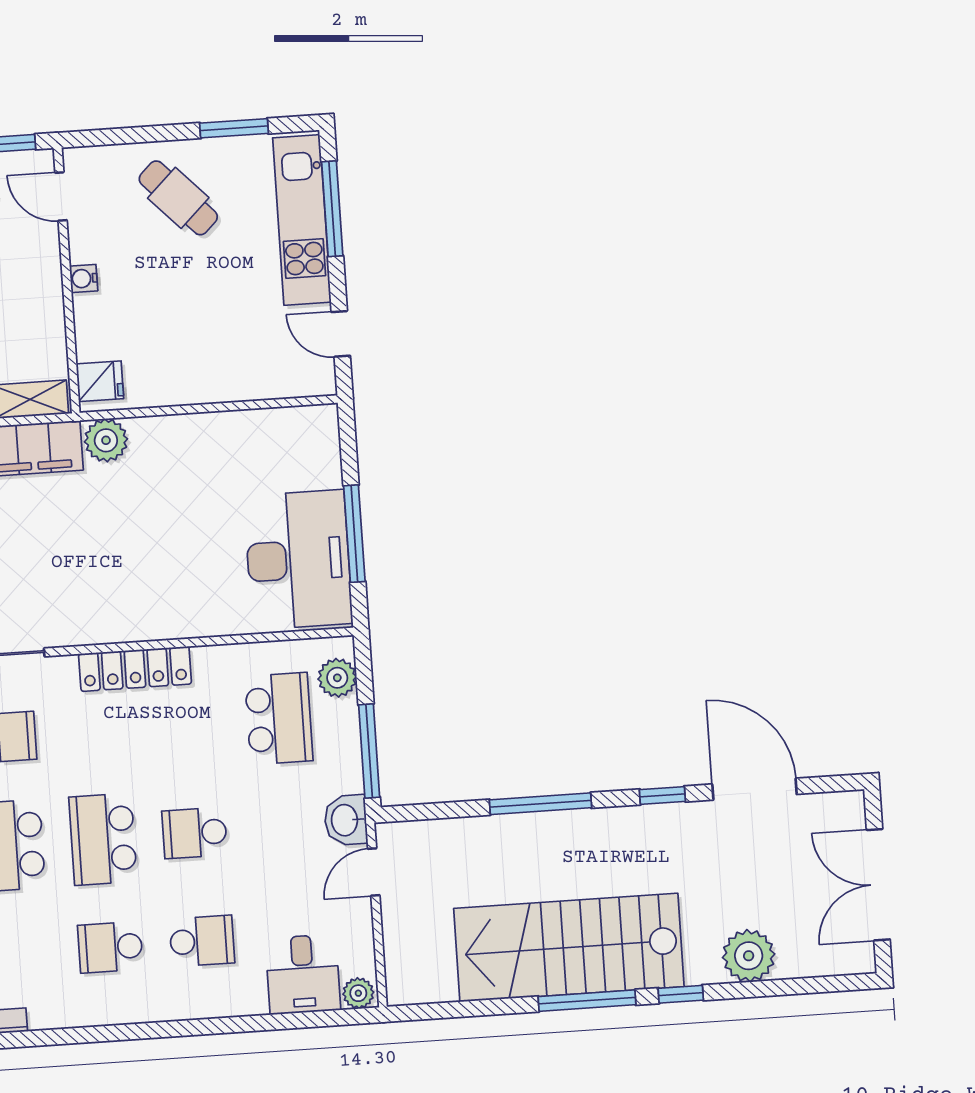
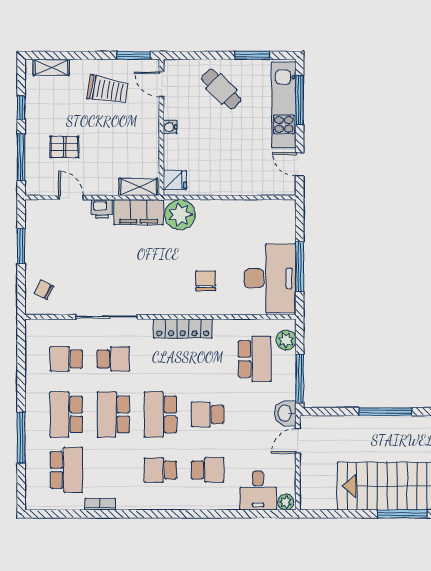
plant: (106, 440) -> (180, 215), width x1.36, depth x1.36
chair: (173, 573) -> (206, 281), added

